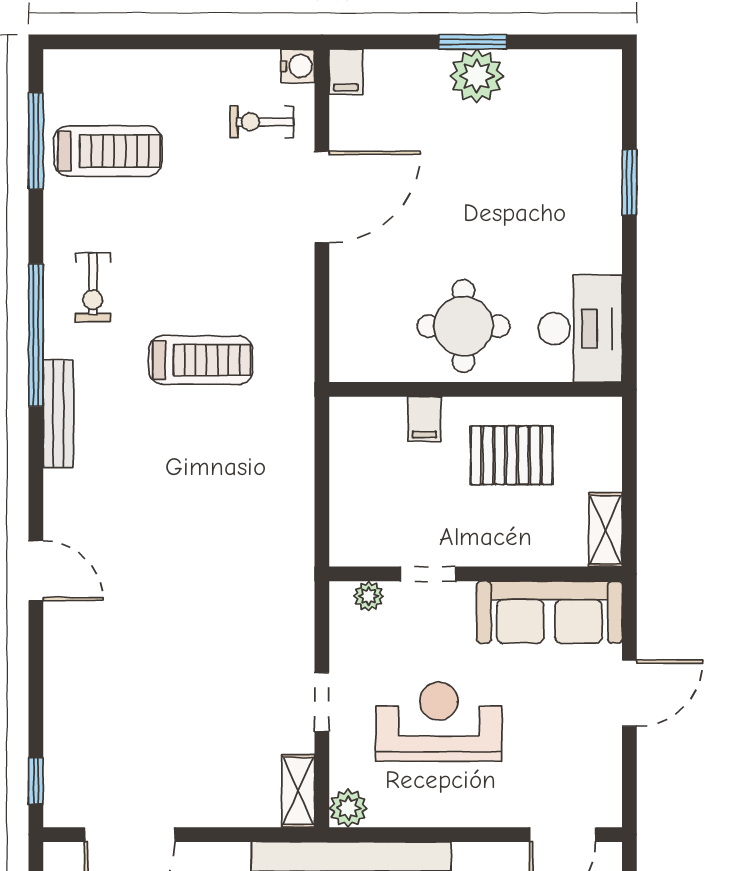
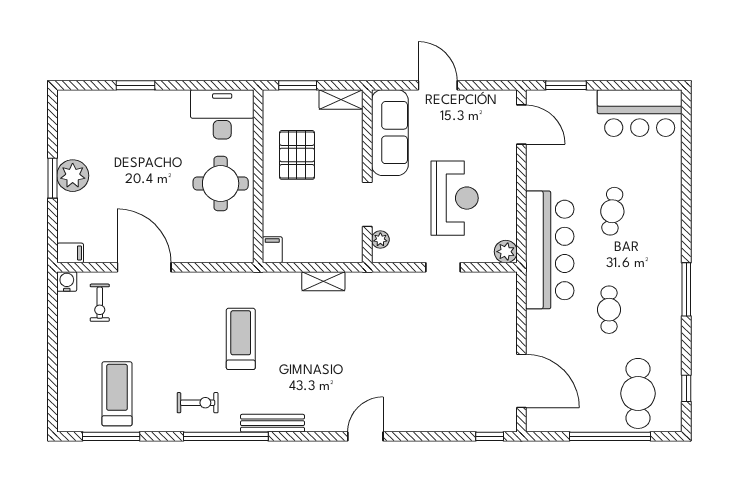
filing cabinet: (424, 419) -> (272, 250), moved, turned -90
window: (629, 456) -> (298, 85), added
doorway: (428, 574) -> (367, 204), width x1.38
reception desk: (439, 722) -> (455, 198), turned 180
shelving: (298, 791) -> (323, 281), moved

